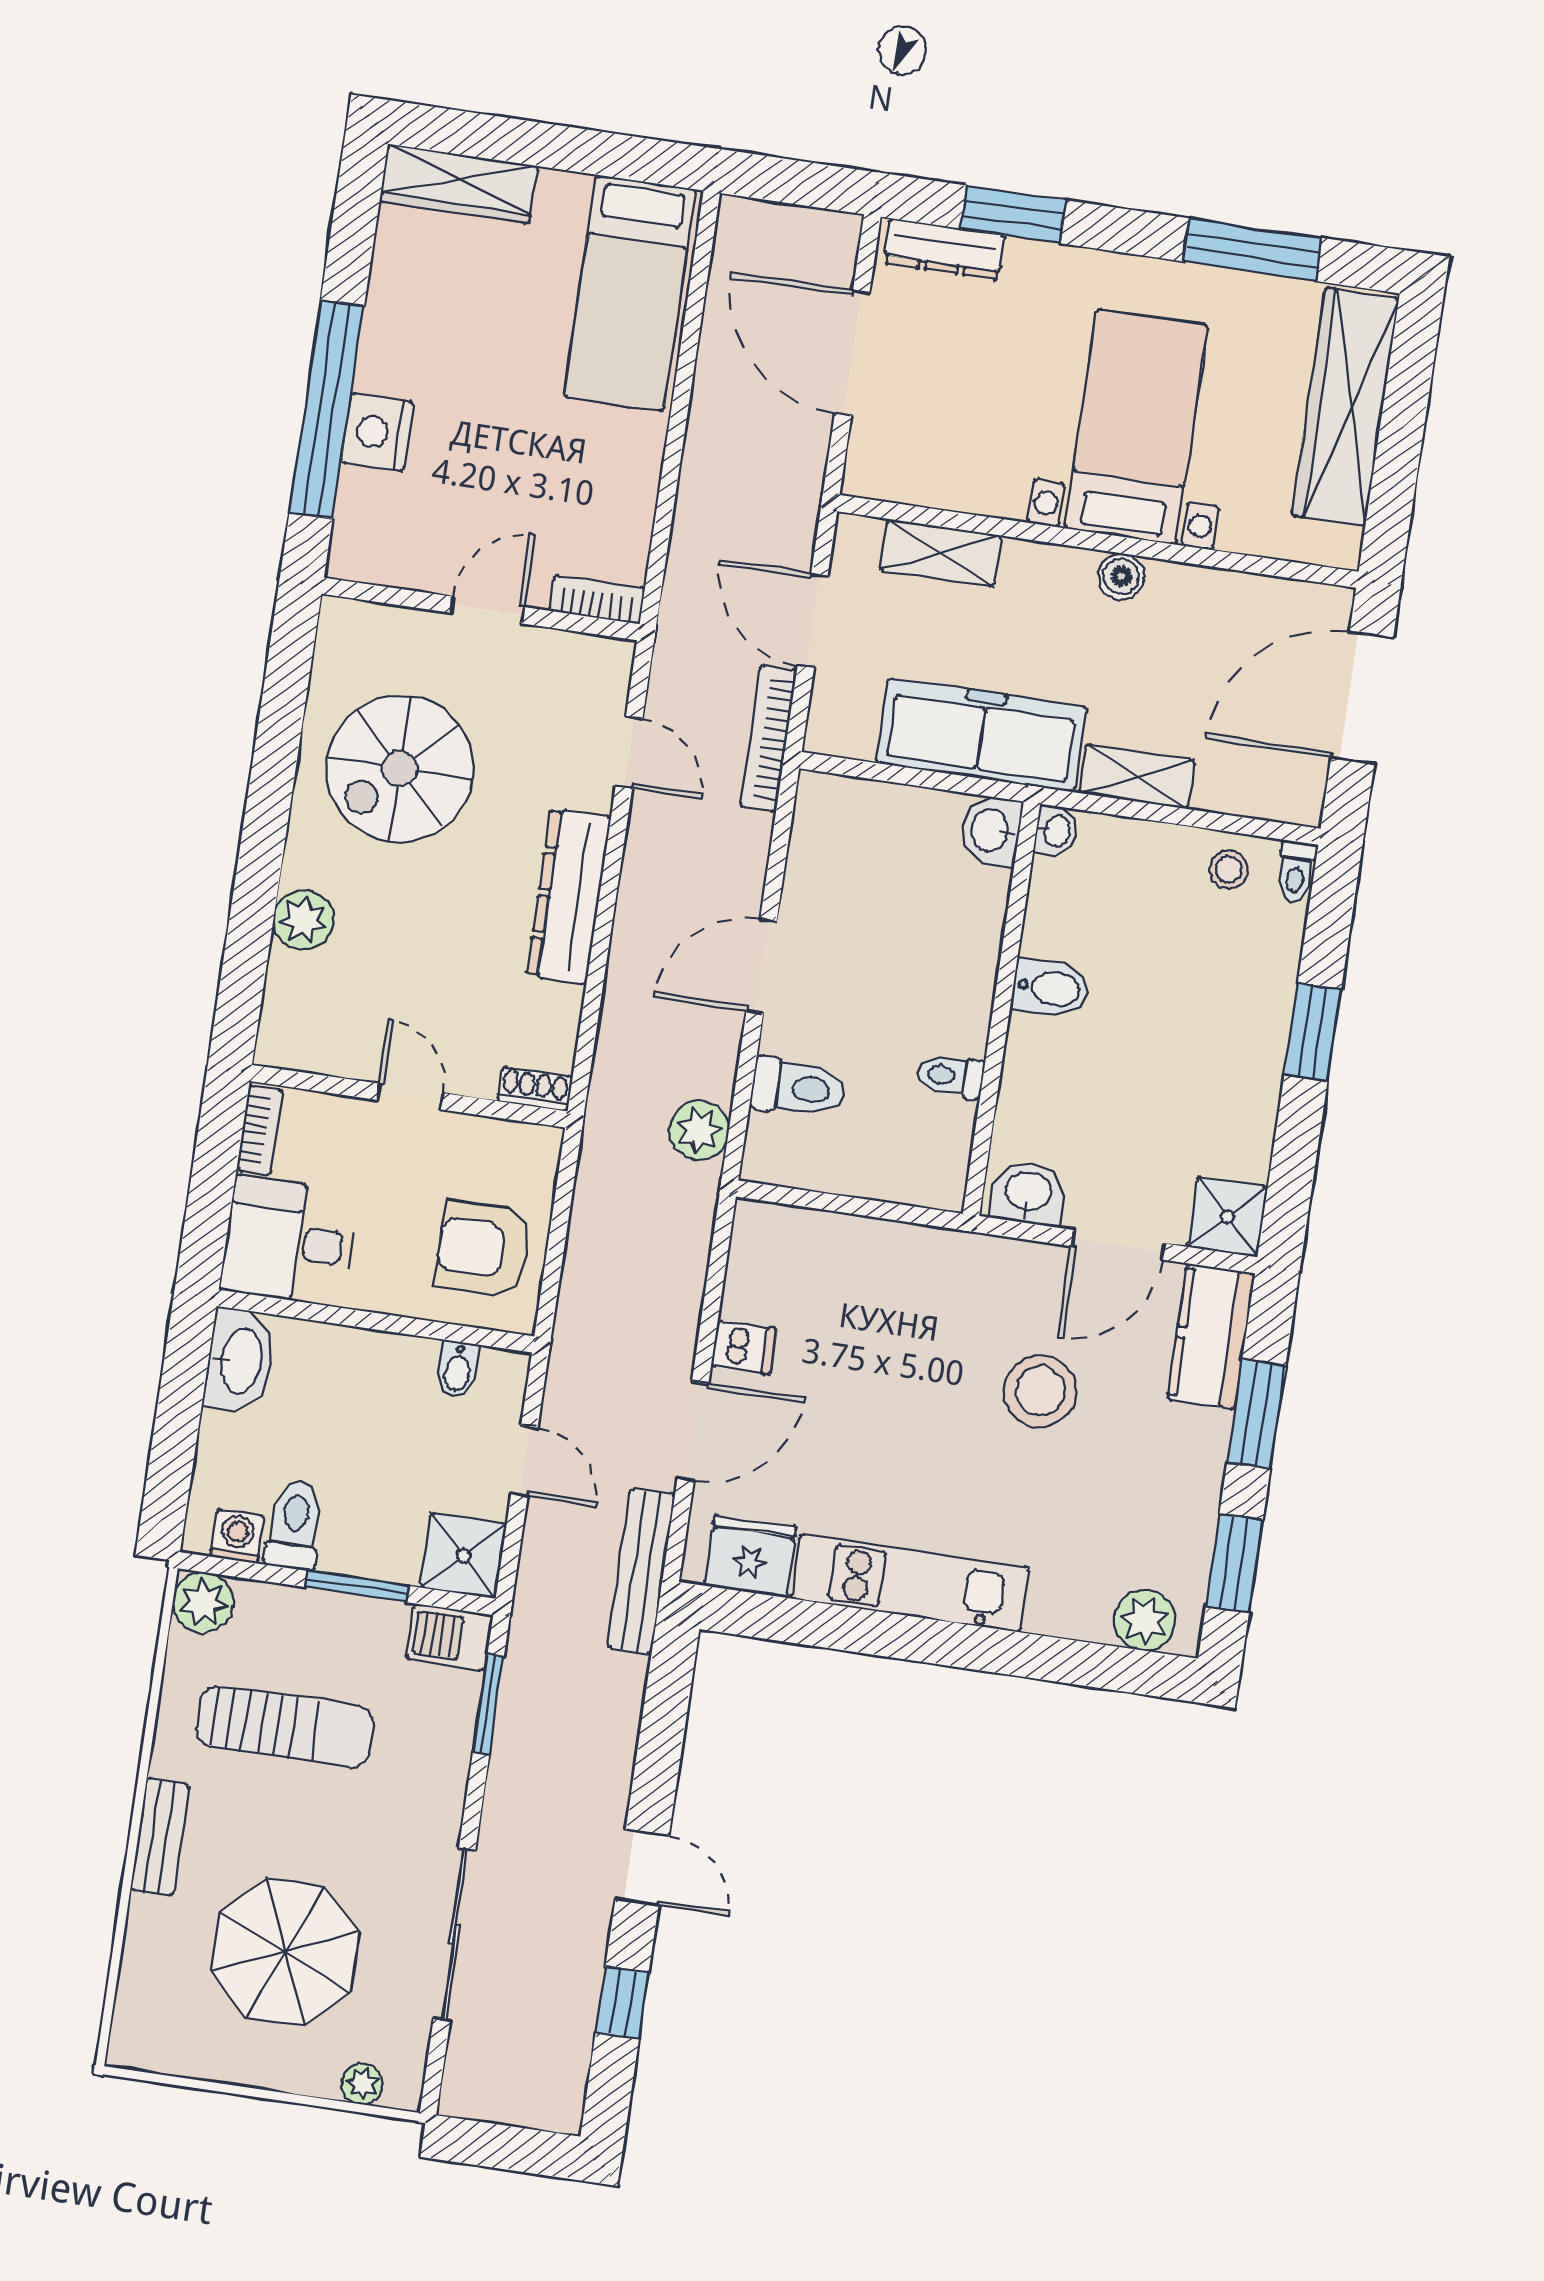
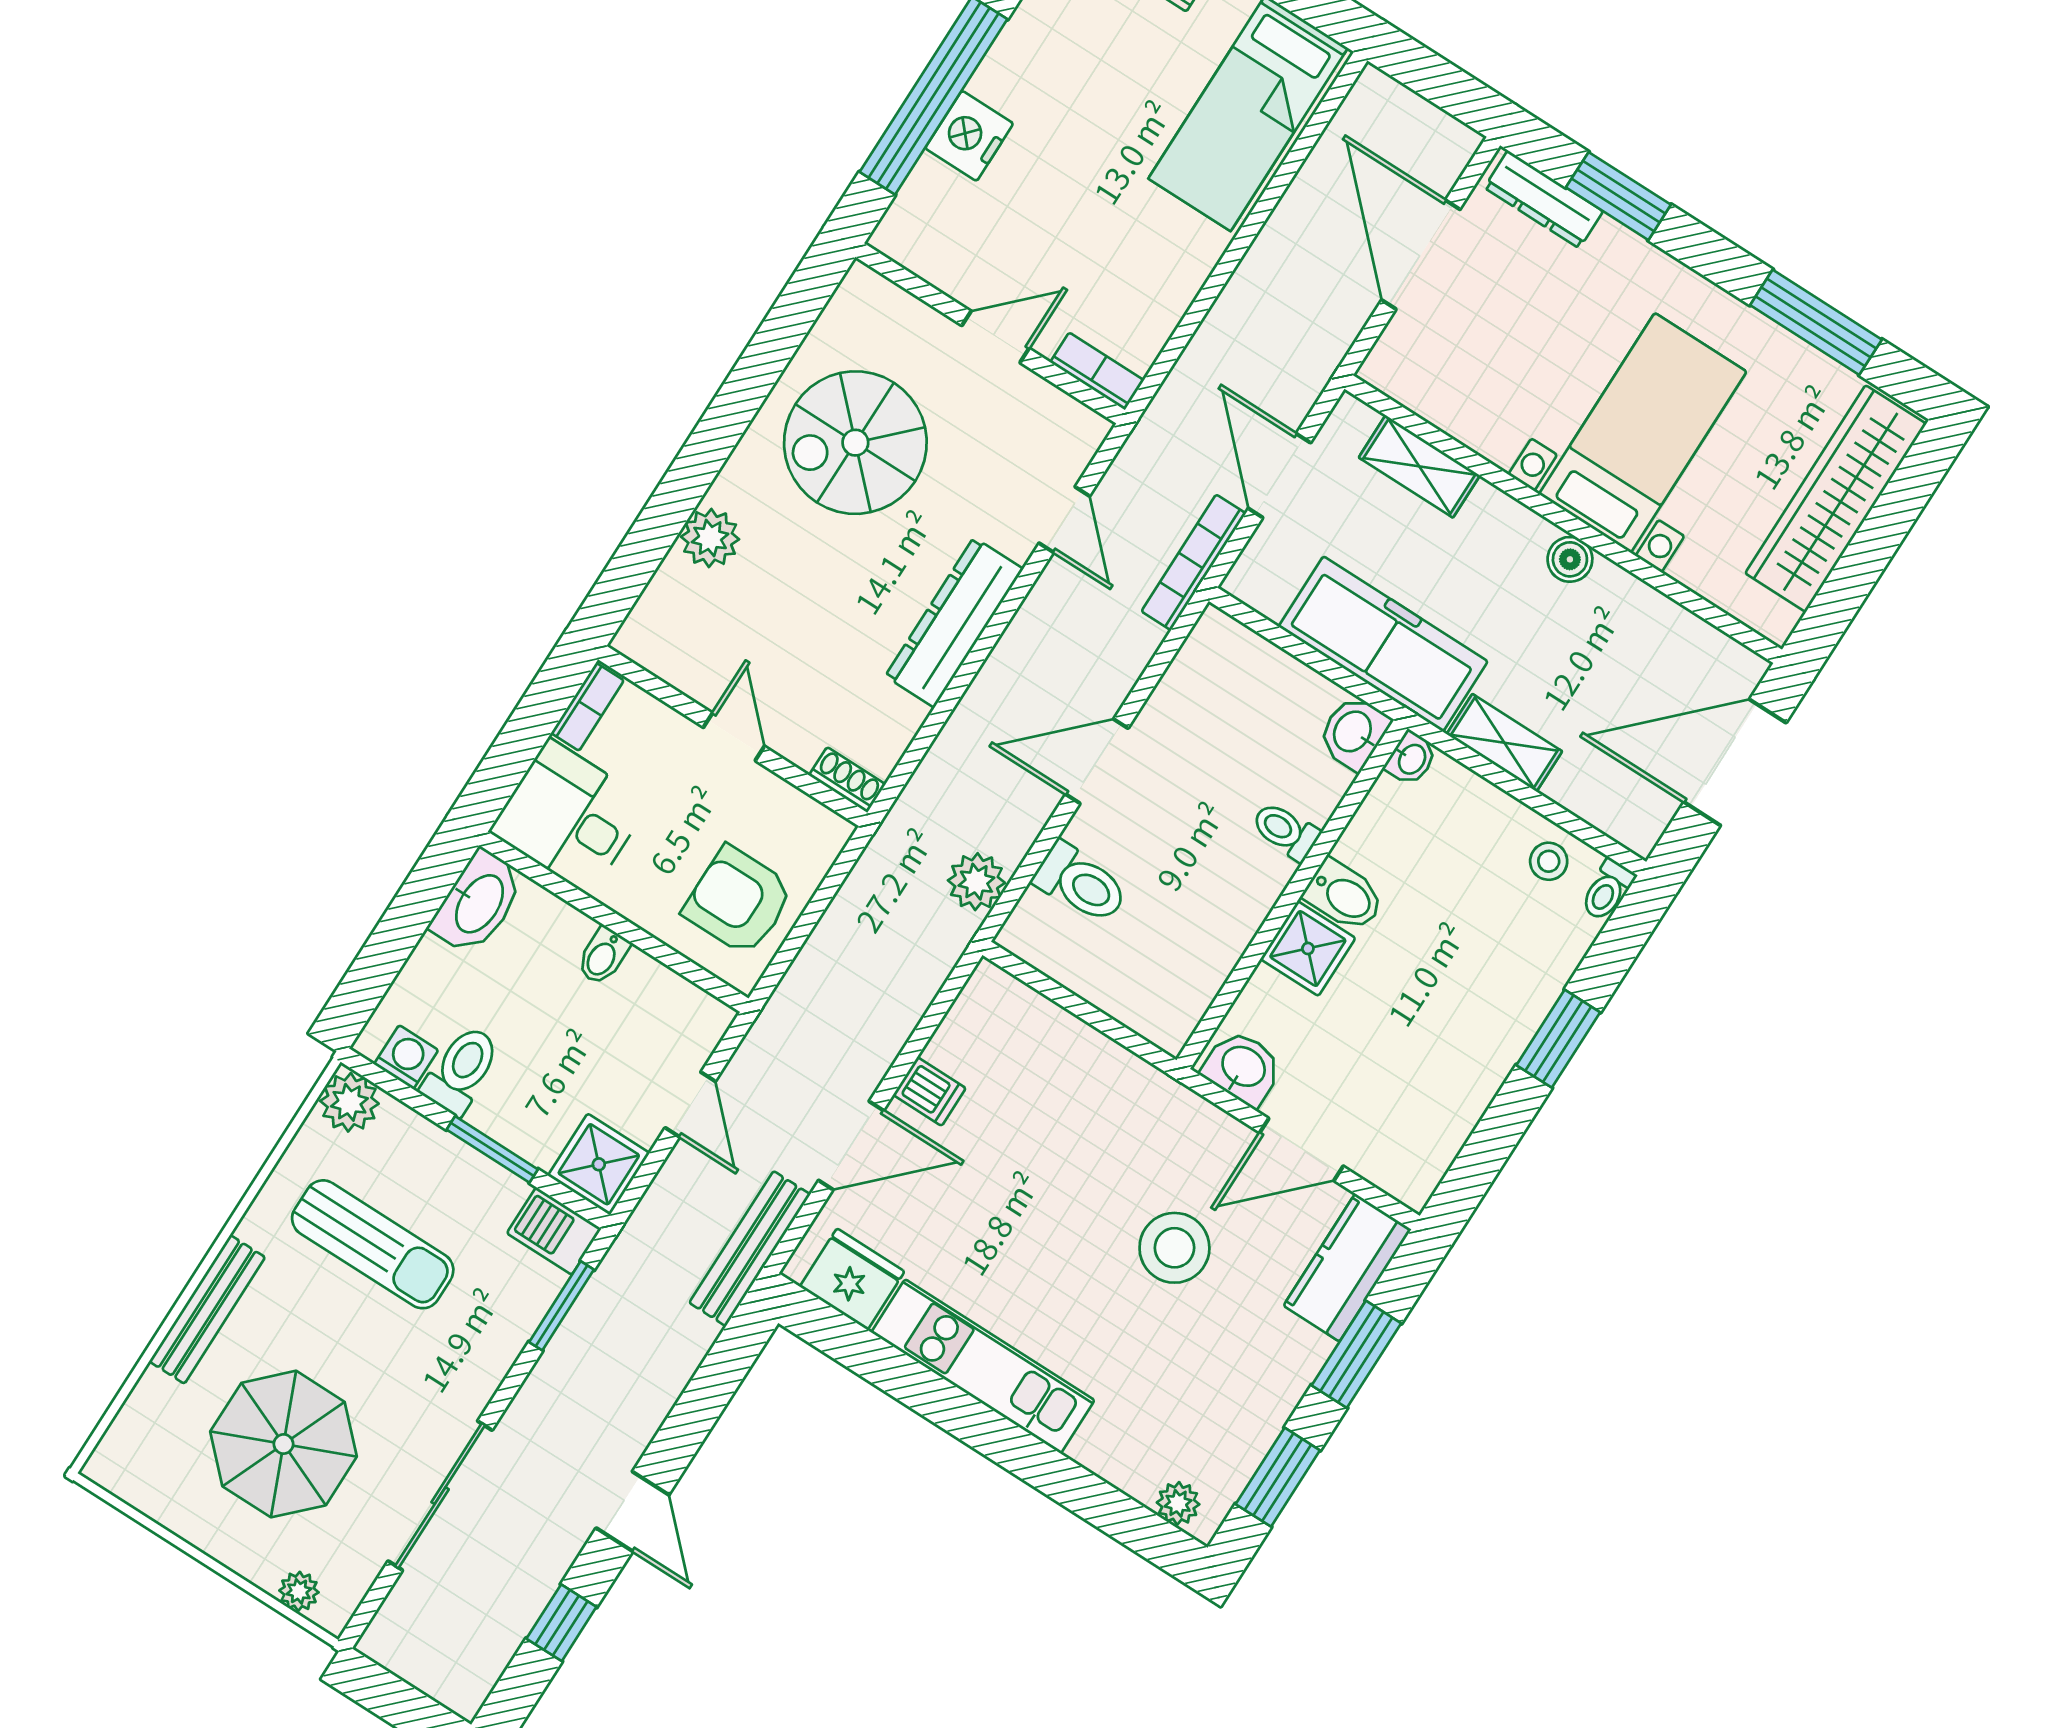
toilet: (950, 1076) -> (1285, 831), moved
shower: (1227, 1217) -> (1308, 948), moved
bidet: (457, 1369) -> (603, 956), moved
plant: (1145, 1620) -> (1178, 1503), width x0.73, depth x0.73
bench: (160, 1837) -> (207, 1309), width x1.36

